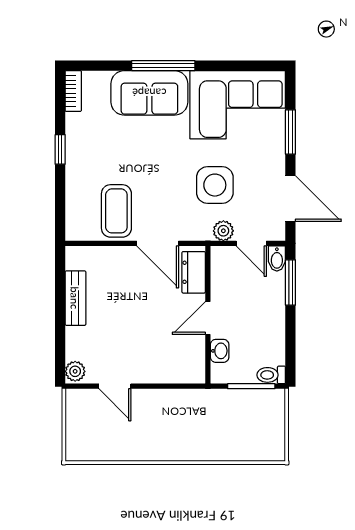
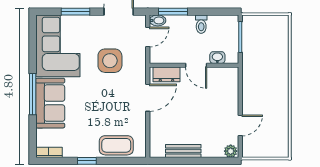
coffee table: (116, 211) -> (116, 145), moved
plant: (223, 231) -> (140, 55), removed
toilet: (271, 375) -> (201, 24), moved

